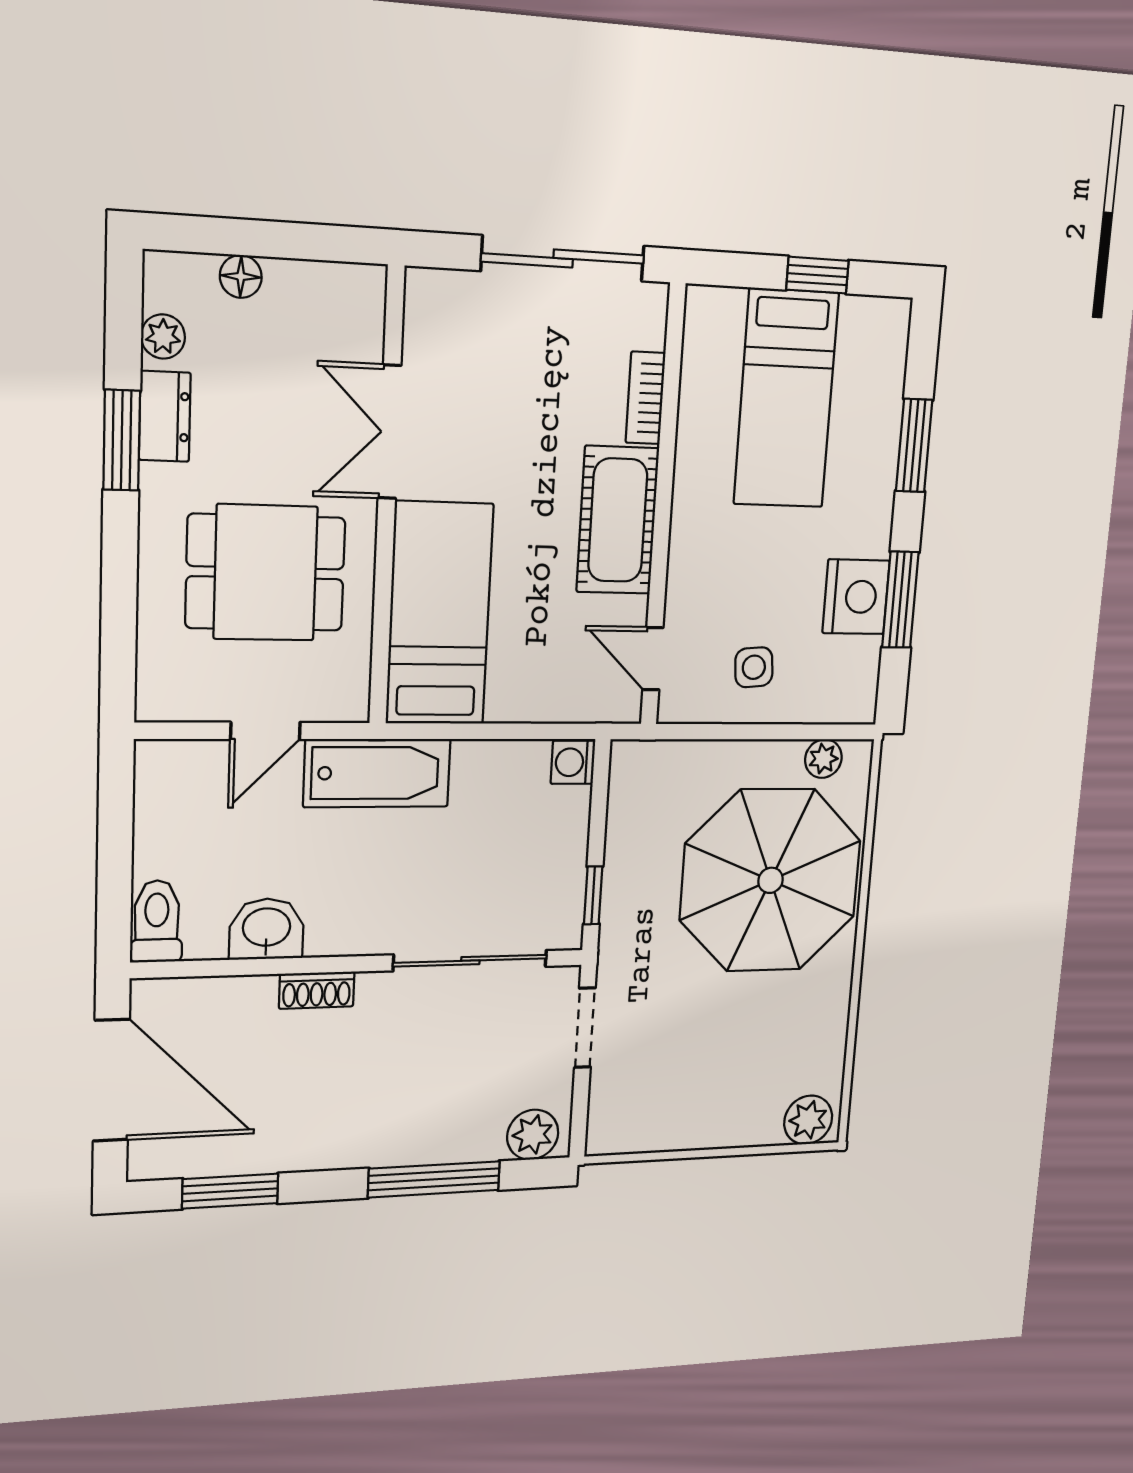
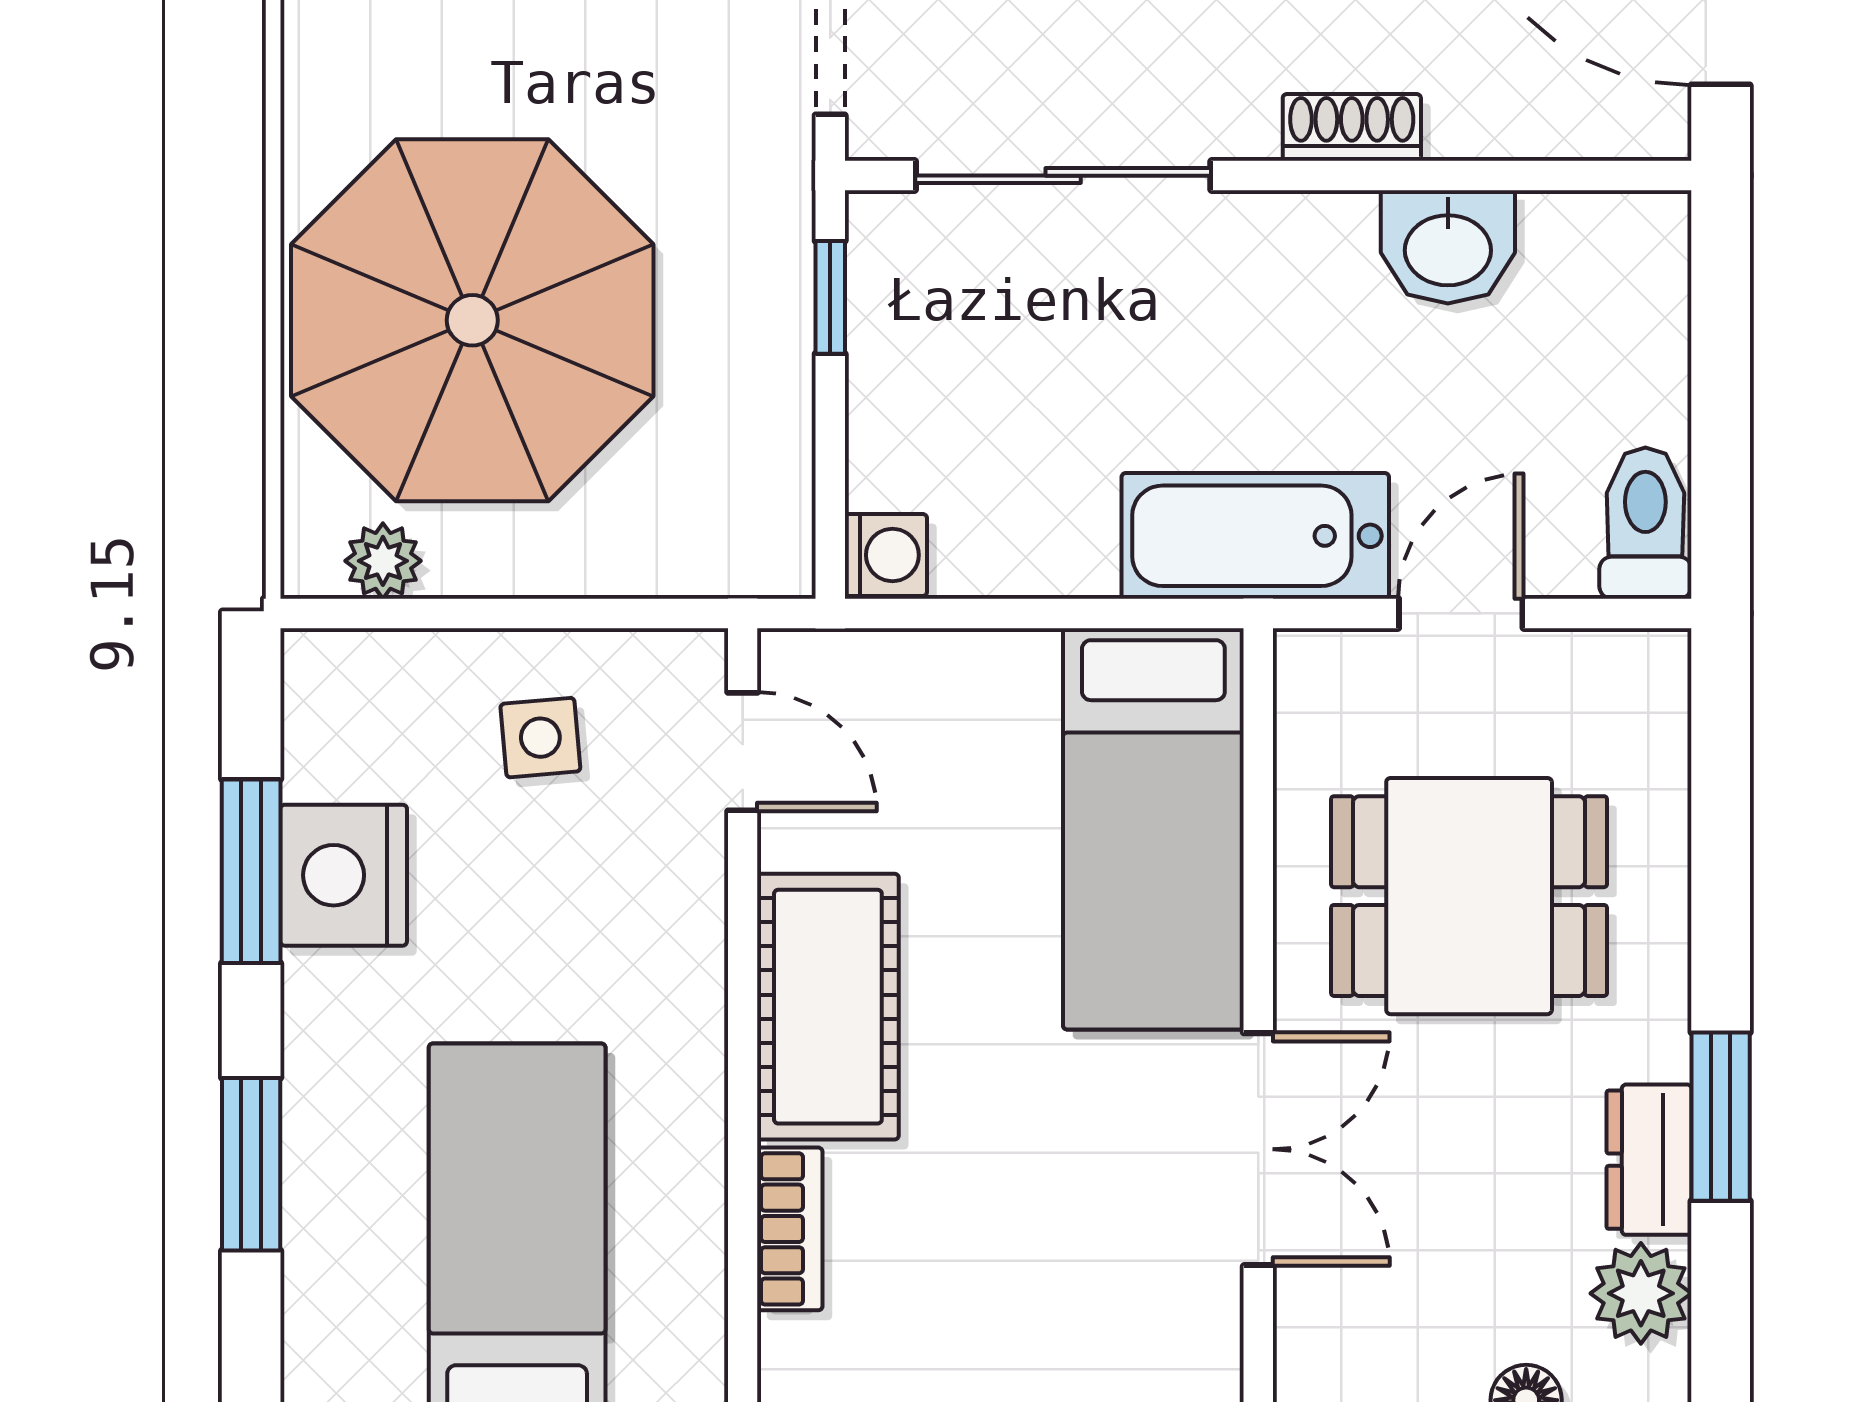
plant: (163, 336) -> (1641, 1293), width x1.38, depth x1.38
toilet: (157, 921) -> (1645, 523), moved, turned 180

